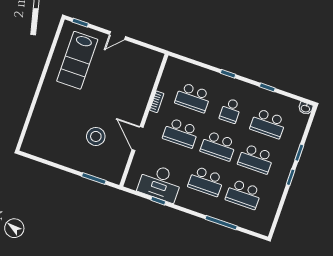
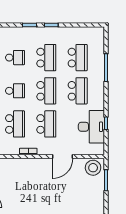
school desk: (268, 124) -> (15, 58), width x0.54
stool: (96, 136) -> (93, 168), moved

